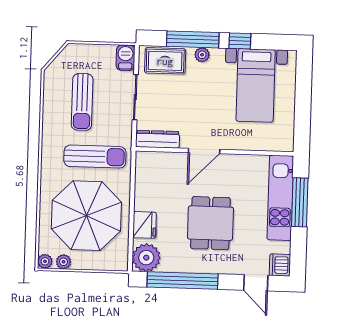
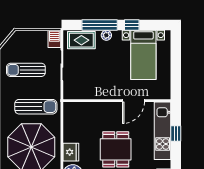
sun lounger: (82, 102) -> (26, 70), turned 90
dresser: (158, 139) -> (78, 94), removed
door: (204, 151) -> (133, 101), moved
window: (300, 202) -> (176, 133), width x0.46

